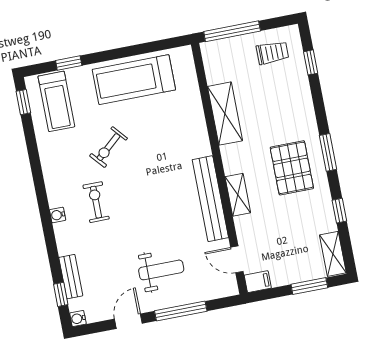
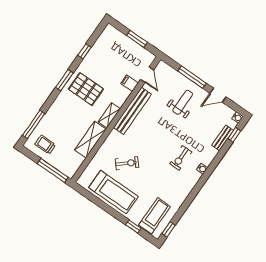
window: (311, 62) -> (34, 124), width x2.17
exercise bike: (109, 147) -> (127, 163), moved
pallet: (292, 168) -> (86, 89), turned 90
shelving: (238, 195) -> (109, 115), moved
shelving: (333, 254) -> (105, 36), removed
weight bench: (161, 270) -> (183, 102), turned 90
filing cabinet: (258, 282) -> (130, 83), moved
window: (309, 286) -> (137, 39), moved

